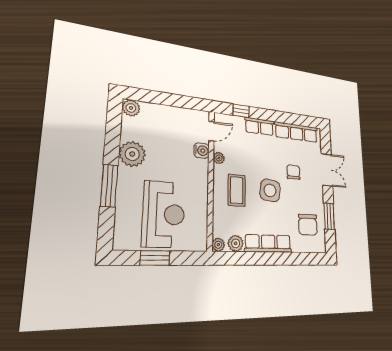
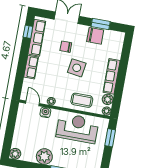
window: (241, 111) -> (28, 32), moved
coffee table: (237, 190) -> (82, 100), moved
reception desk: (164, 214) -> (77, 128), moved
chair: (308, 225) -> (95, 36), moved
window: (155, 258) -> (110, 138), moved

